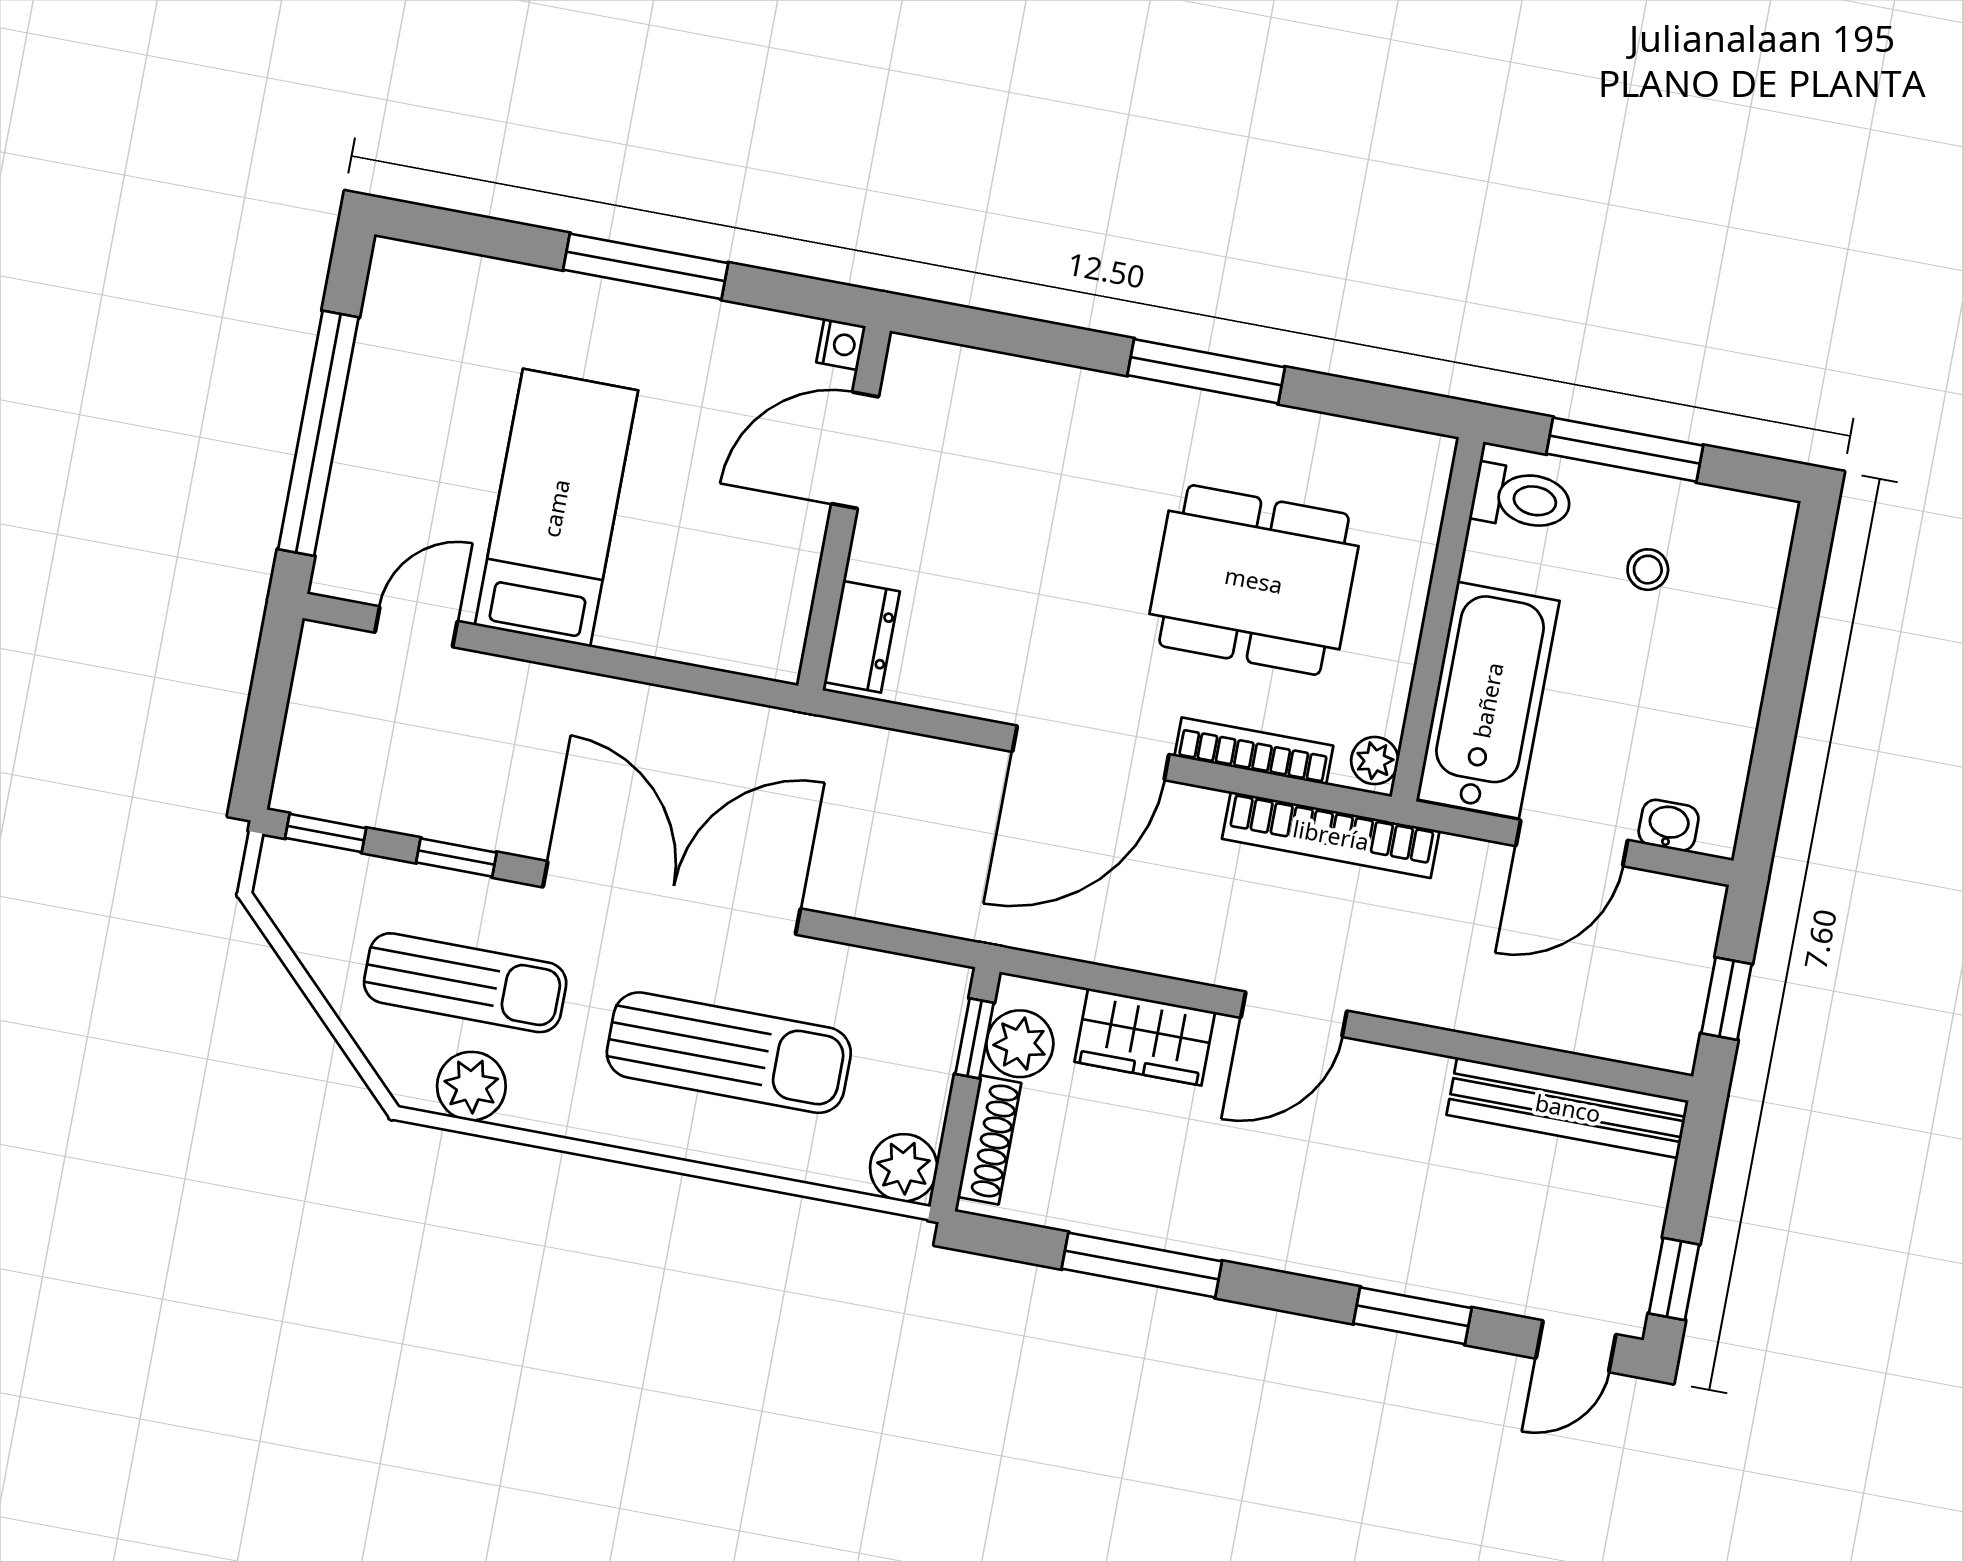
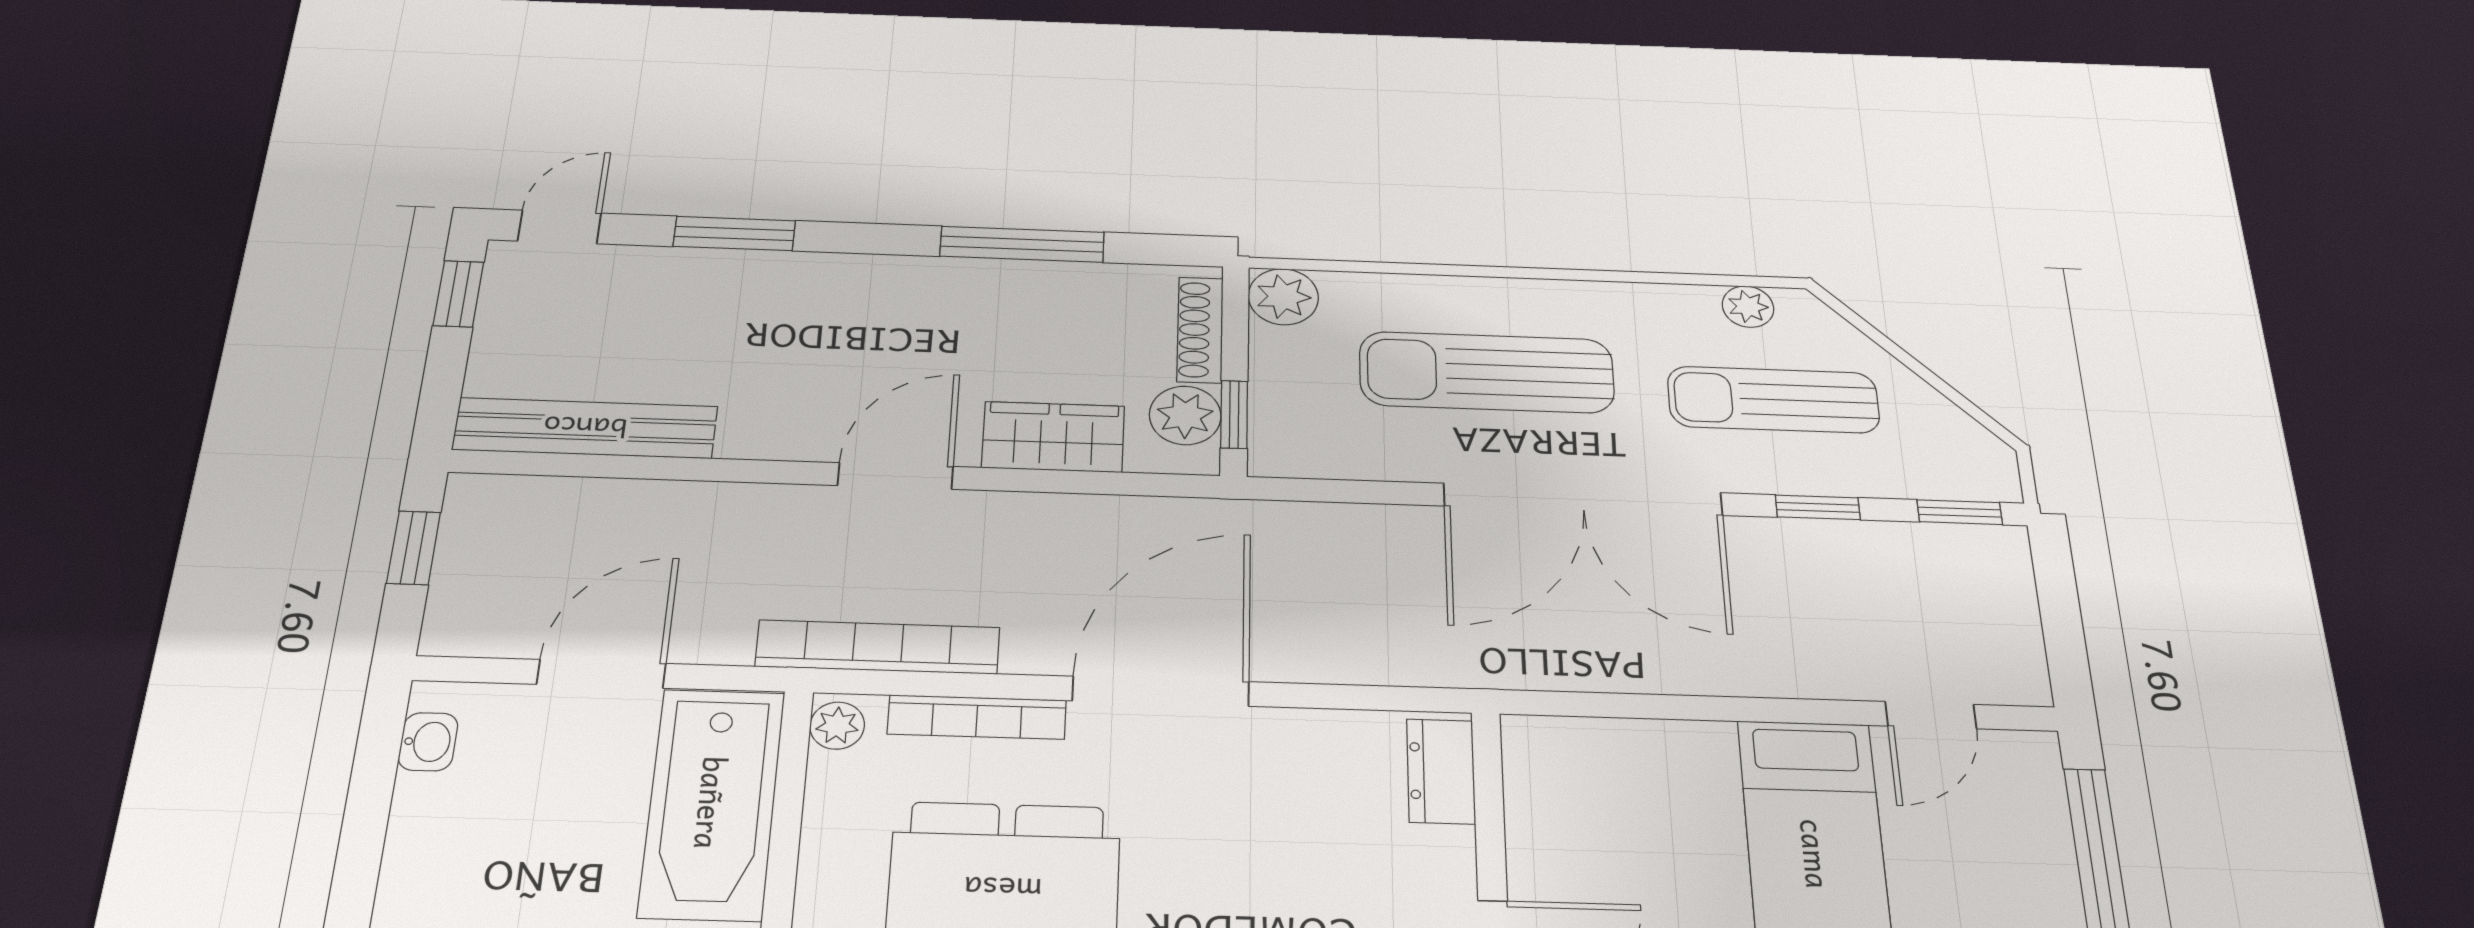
washbasin: (1669, 825) -> (428, 742), moved, turned -90
plant: (471, 1086) -> (1748, 307), width x0.73, depth x0.73

